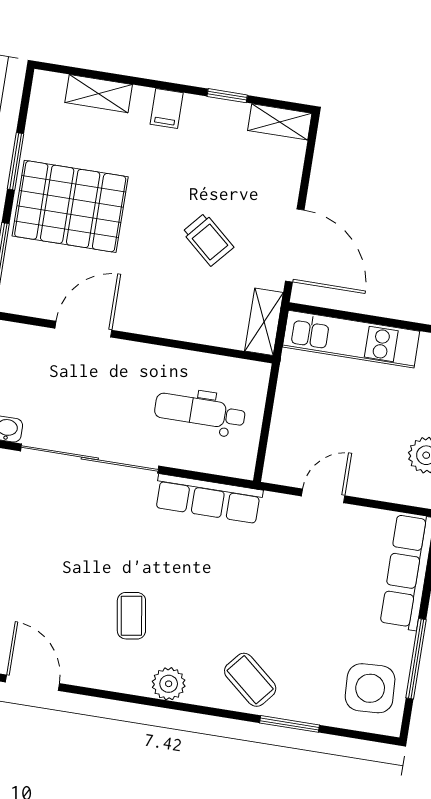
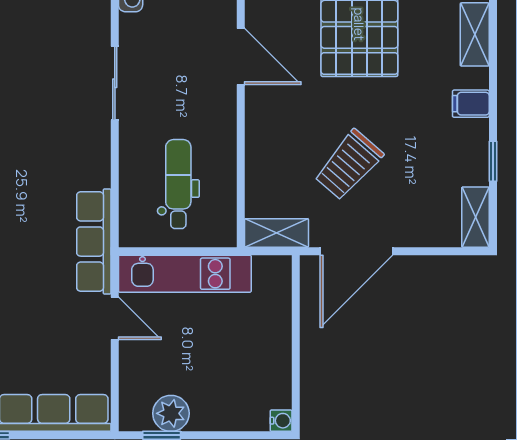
trolley: (208, 240) -> (349, 165), width x1.36, depth x1.39
kitchen unit: (351, 339) -> (185, 274), moved, turned -90
sliding door: (90, 458) -> (115, 83), width x0.54
row of seats: (208, 499) -> (94, 242), moved

